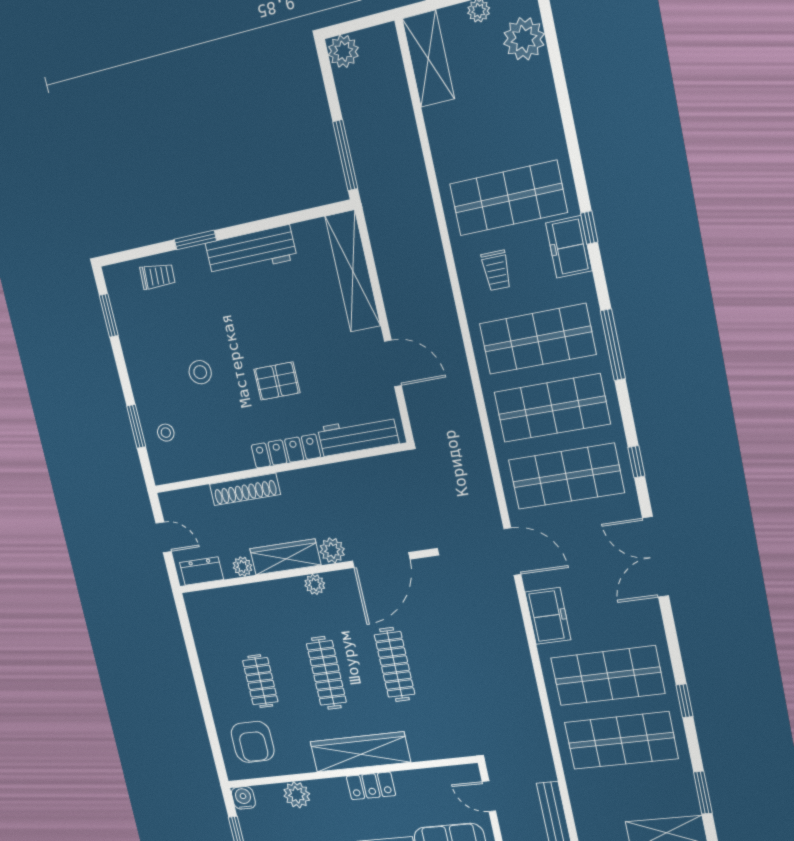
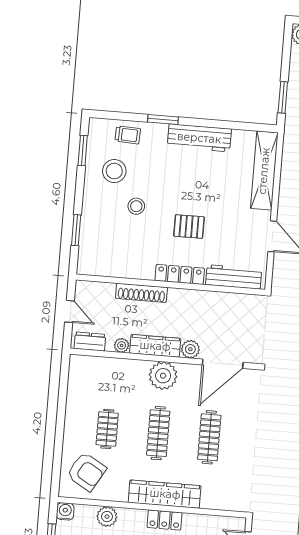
window: (345, 155) -> (283, 97), width x0.69
stool: (166, 433) -> (114, 171), moved, width x1.89, depth x1.89
plant: (315, 584) -> (163, 376), width x1.87, depth x1.87
armchair: (253, 742) -> (86, 472), turned -60

